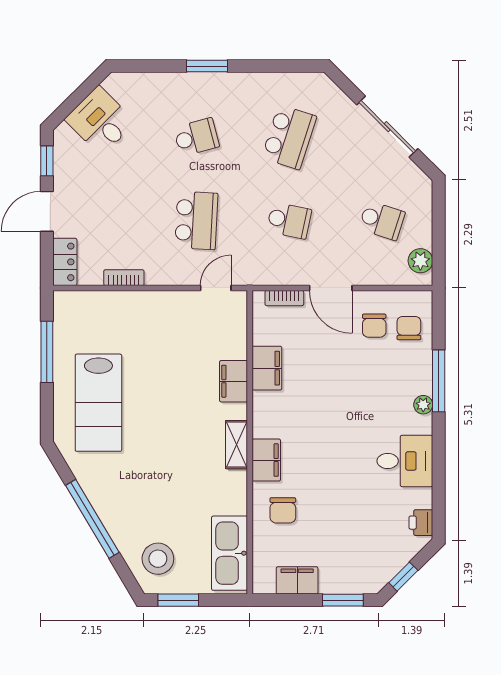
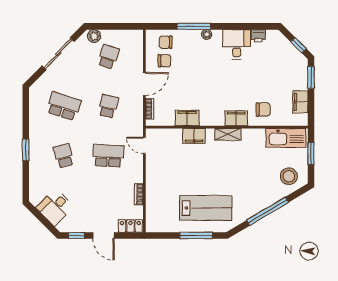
plant: (420, 261) -> (94, 36), moved
window: (47, 352) -> (196, 236), moved
printer: (421, 523) -> (258, 36), moved
window: (178, 600) -> (311, 153), moved

